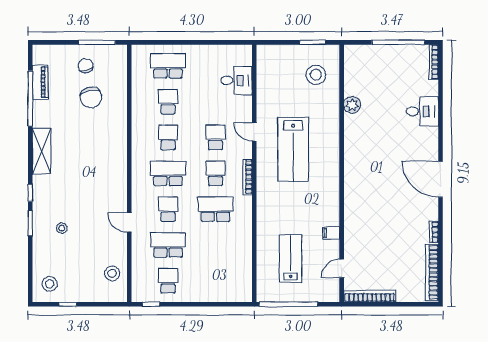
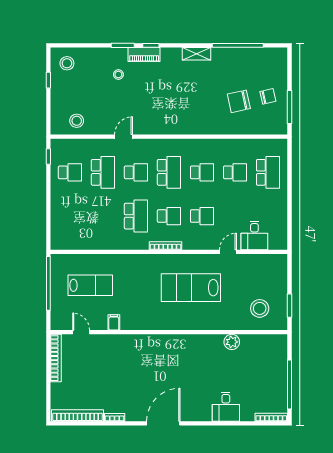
piano: (40, 82) -> (144, 55), moved
door: (254, 132) -> (228, 252), moved
shelving: (42, 151) -> (196, 54), width x0.67, depth x0.75

